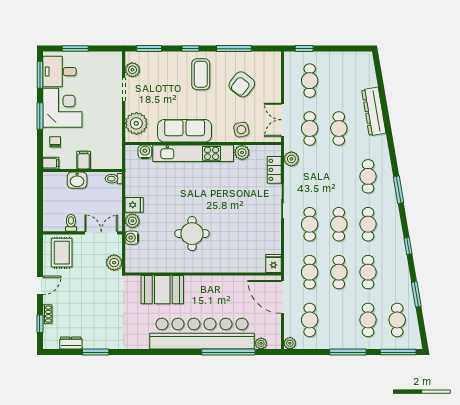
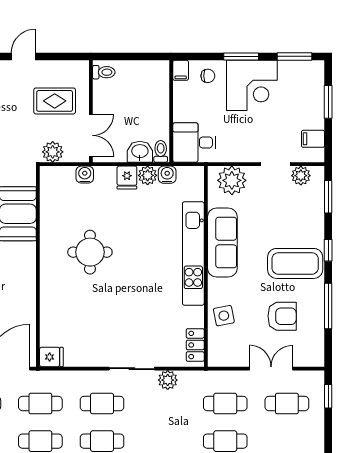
desk: (59, 72) -> (194, 142), moved, turned -90
coffee table: (201, 74) -> (295, 263), width x1.36, depth x1.32
armchair: (242, 84) -> (282, 316), turned 142
double door: (282, 120) -> (271, 369), moved
water cooler: (145, 152) -> (167, 175), moved, turned -90
plant: (242, 152) -> (194, 316), removed
plant: (291, 159) -> (168, 380), moved
filing cabinet: (84, 160) -> (313, 139), moved, turned 180
locker: (274, 170) -> (195, 345), moved, turned -90
washbasin: (77, 180) -> (140, 152), moved, turned 90
plant: (132, 221) -> (148, 175), moved
toilet: (71, 223) -> (104, 72), moved
rug: (62, 253) -> (55, 101), moved
door: (40, 285) -> (23, 56), swing flipped

